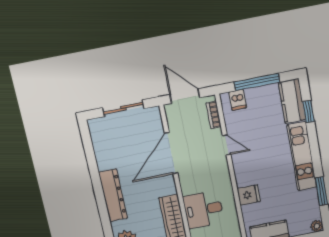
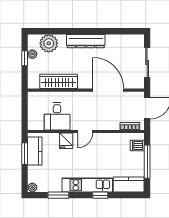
window: (308, 112) -> (100, 195), moved
door: (227, 145) -> (85, 131), moved
desk: (203, 210) -> (57, 116), moved, turned 180

